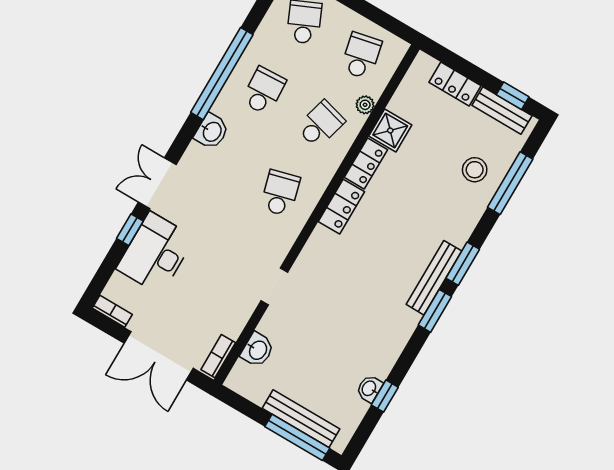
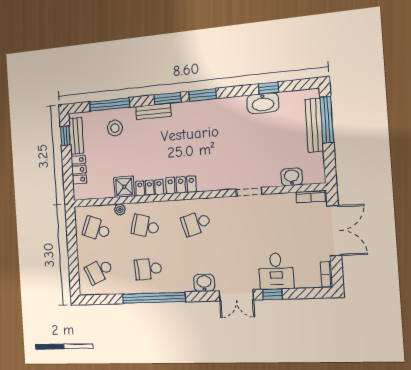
school desk: (361, 56) -> (97, 229), turned 33
washbasin: (212, 131) -> (204, 283), moved
desk: (155, 253) -> (276, 271), width x0.73
bench: (434, 278) -> (153, 112), moved, width x0.73
washbasin: (369, 389) -> (263, 103), width x1.91, depth x1.45

